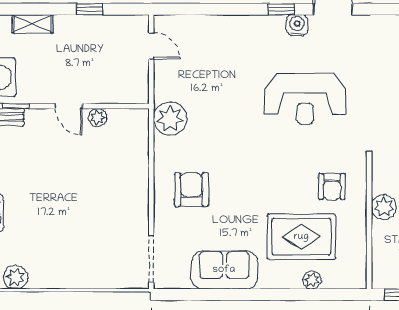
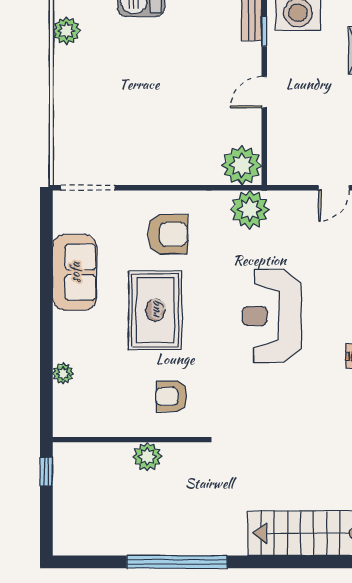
reception desk: (305, 99) -> (272, 316), moved
plant: (98, 118) -> (242, 165), moved, width x1.88, depth x1.88
rug: (301, 237) -> (155, 310), moved

